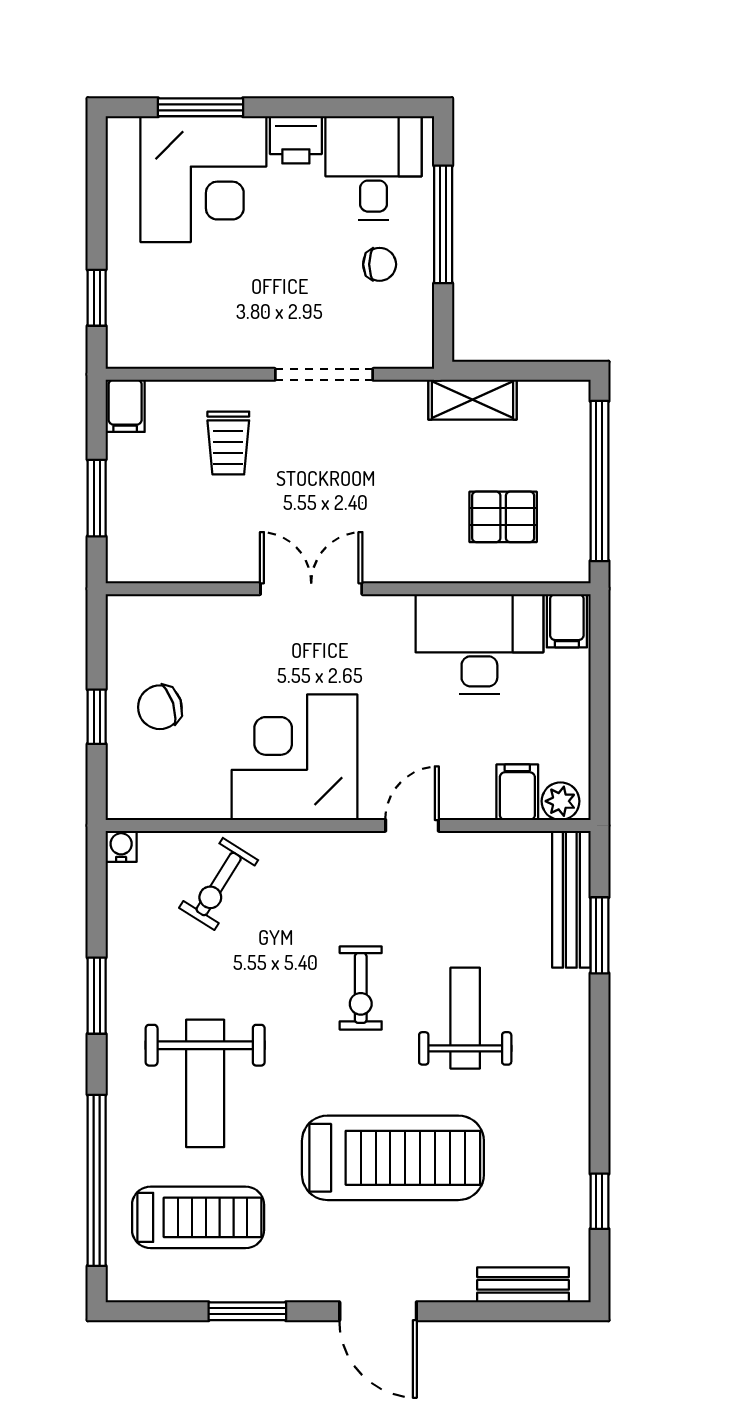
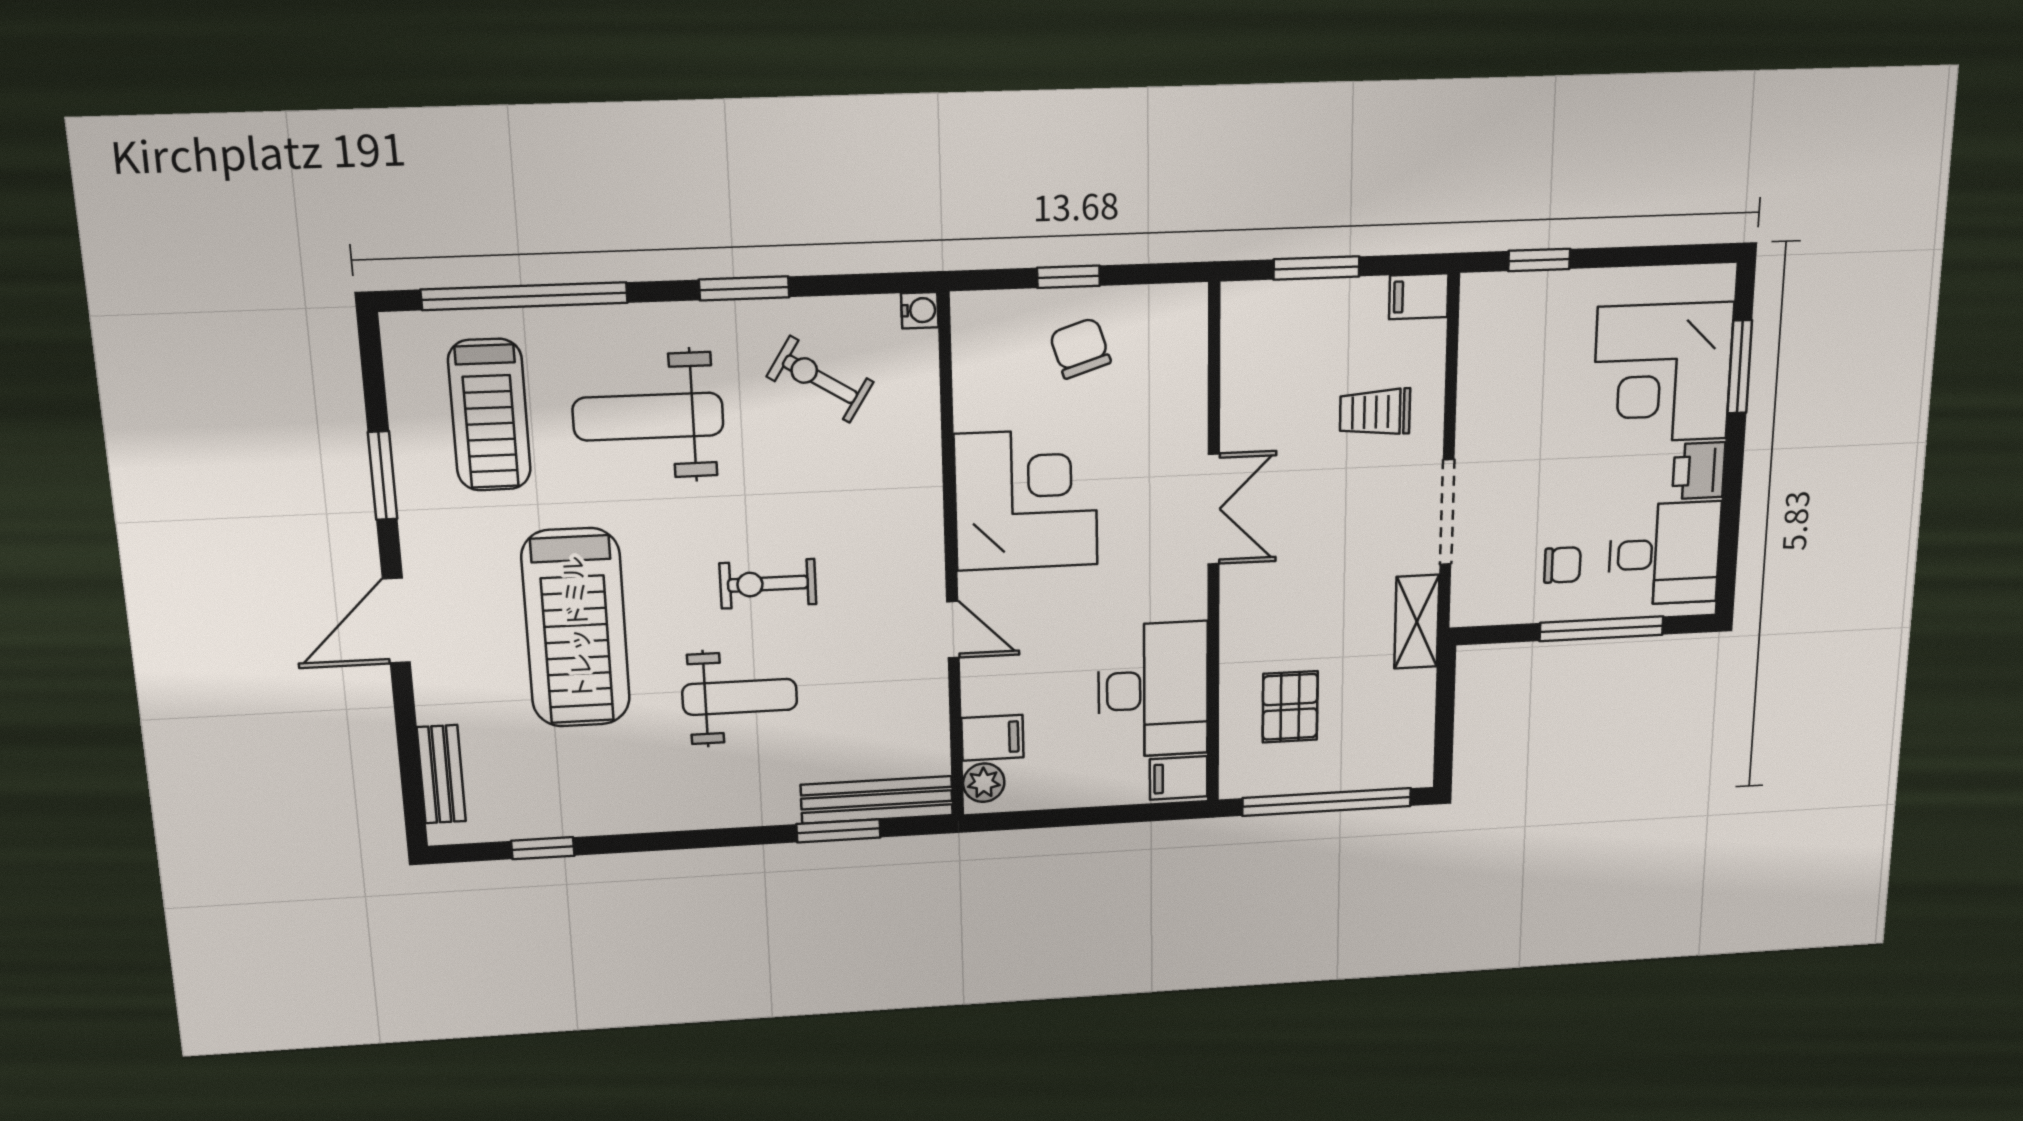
chair: (380, 264) -> (1562, 565), turned -90
shelving: (472, 400) -> (1417, 622), moved
exercise bike: (219, 884) -> (820, 379), moved

